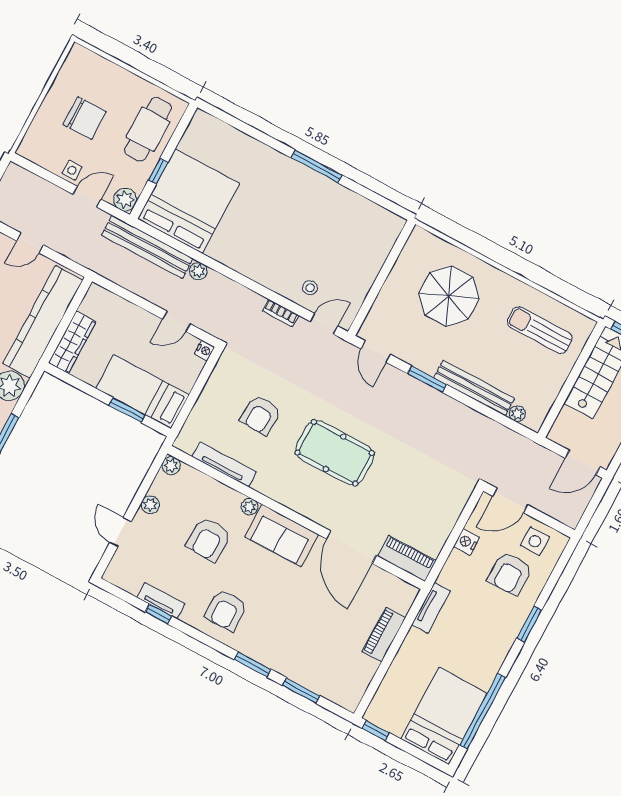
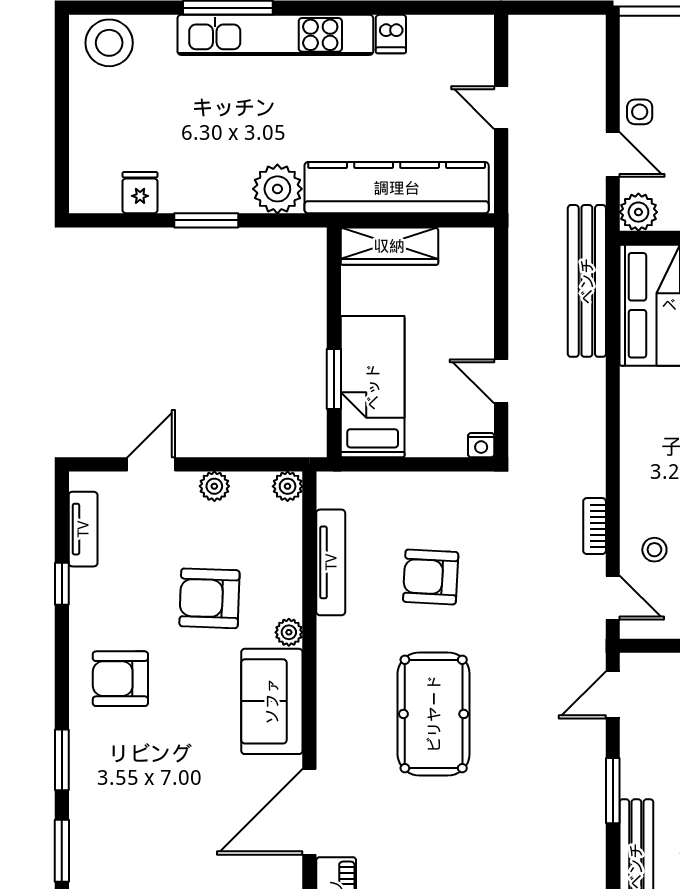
plant: (198, 271) -> (591, 374), removed
tv unit: (161, 601) -> (83, 529), moved

